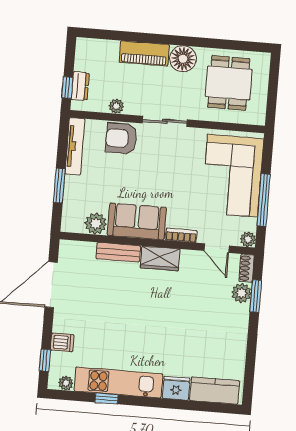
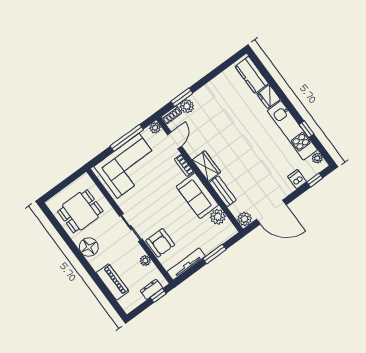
piano: (144, 53) -> (113, 282), moved
plant: (69, 250) -> (245, 219), added

